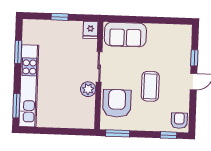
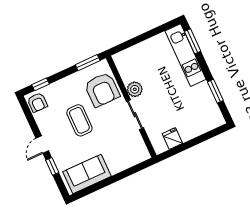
window: (60, 17) -> (194, 142), removed
fridge: (90, 30) -> (172, 139), moved
sofa: (125, 35) -> (87, 174), moved
kitchen unit: (29, 86) -> (186, 55), width x0.73

